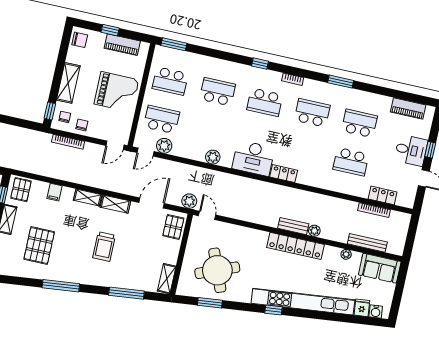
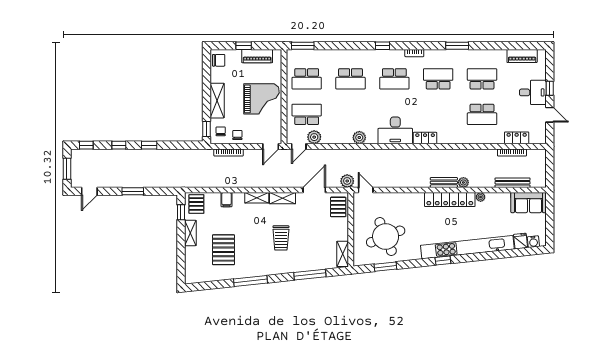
school desk: (217, 92) -> (351, 79), turned 180
plant: (346, 254) -> (481, 197), moved

